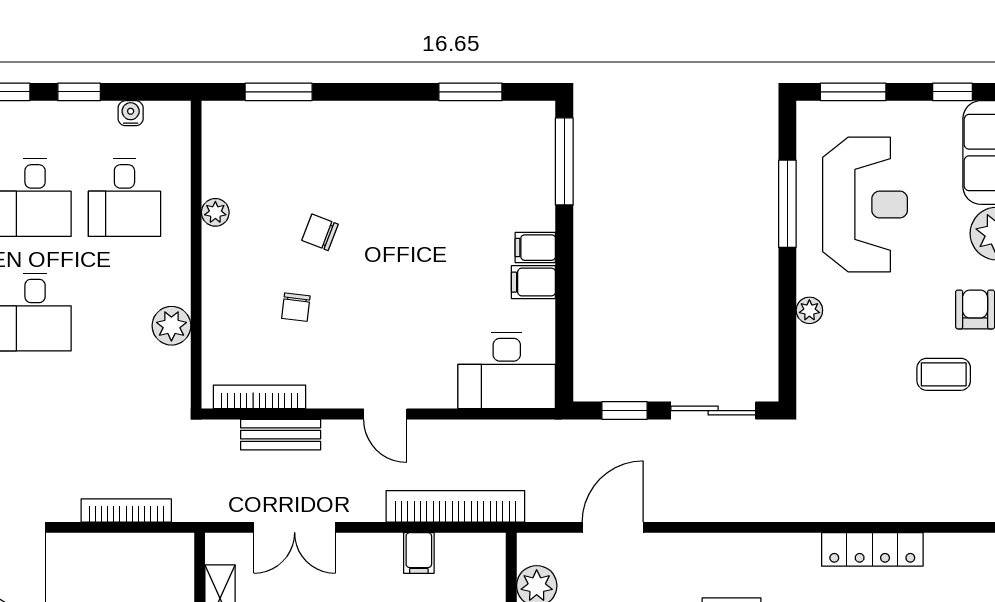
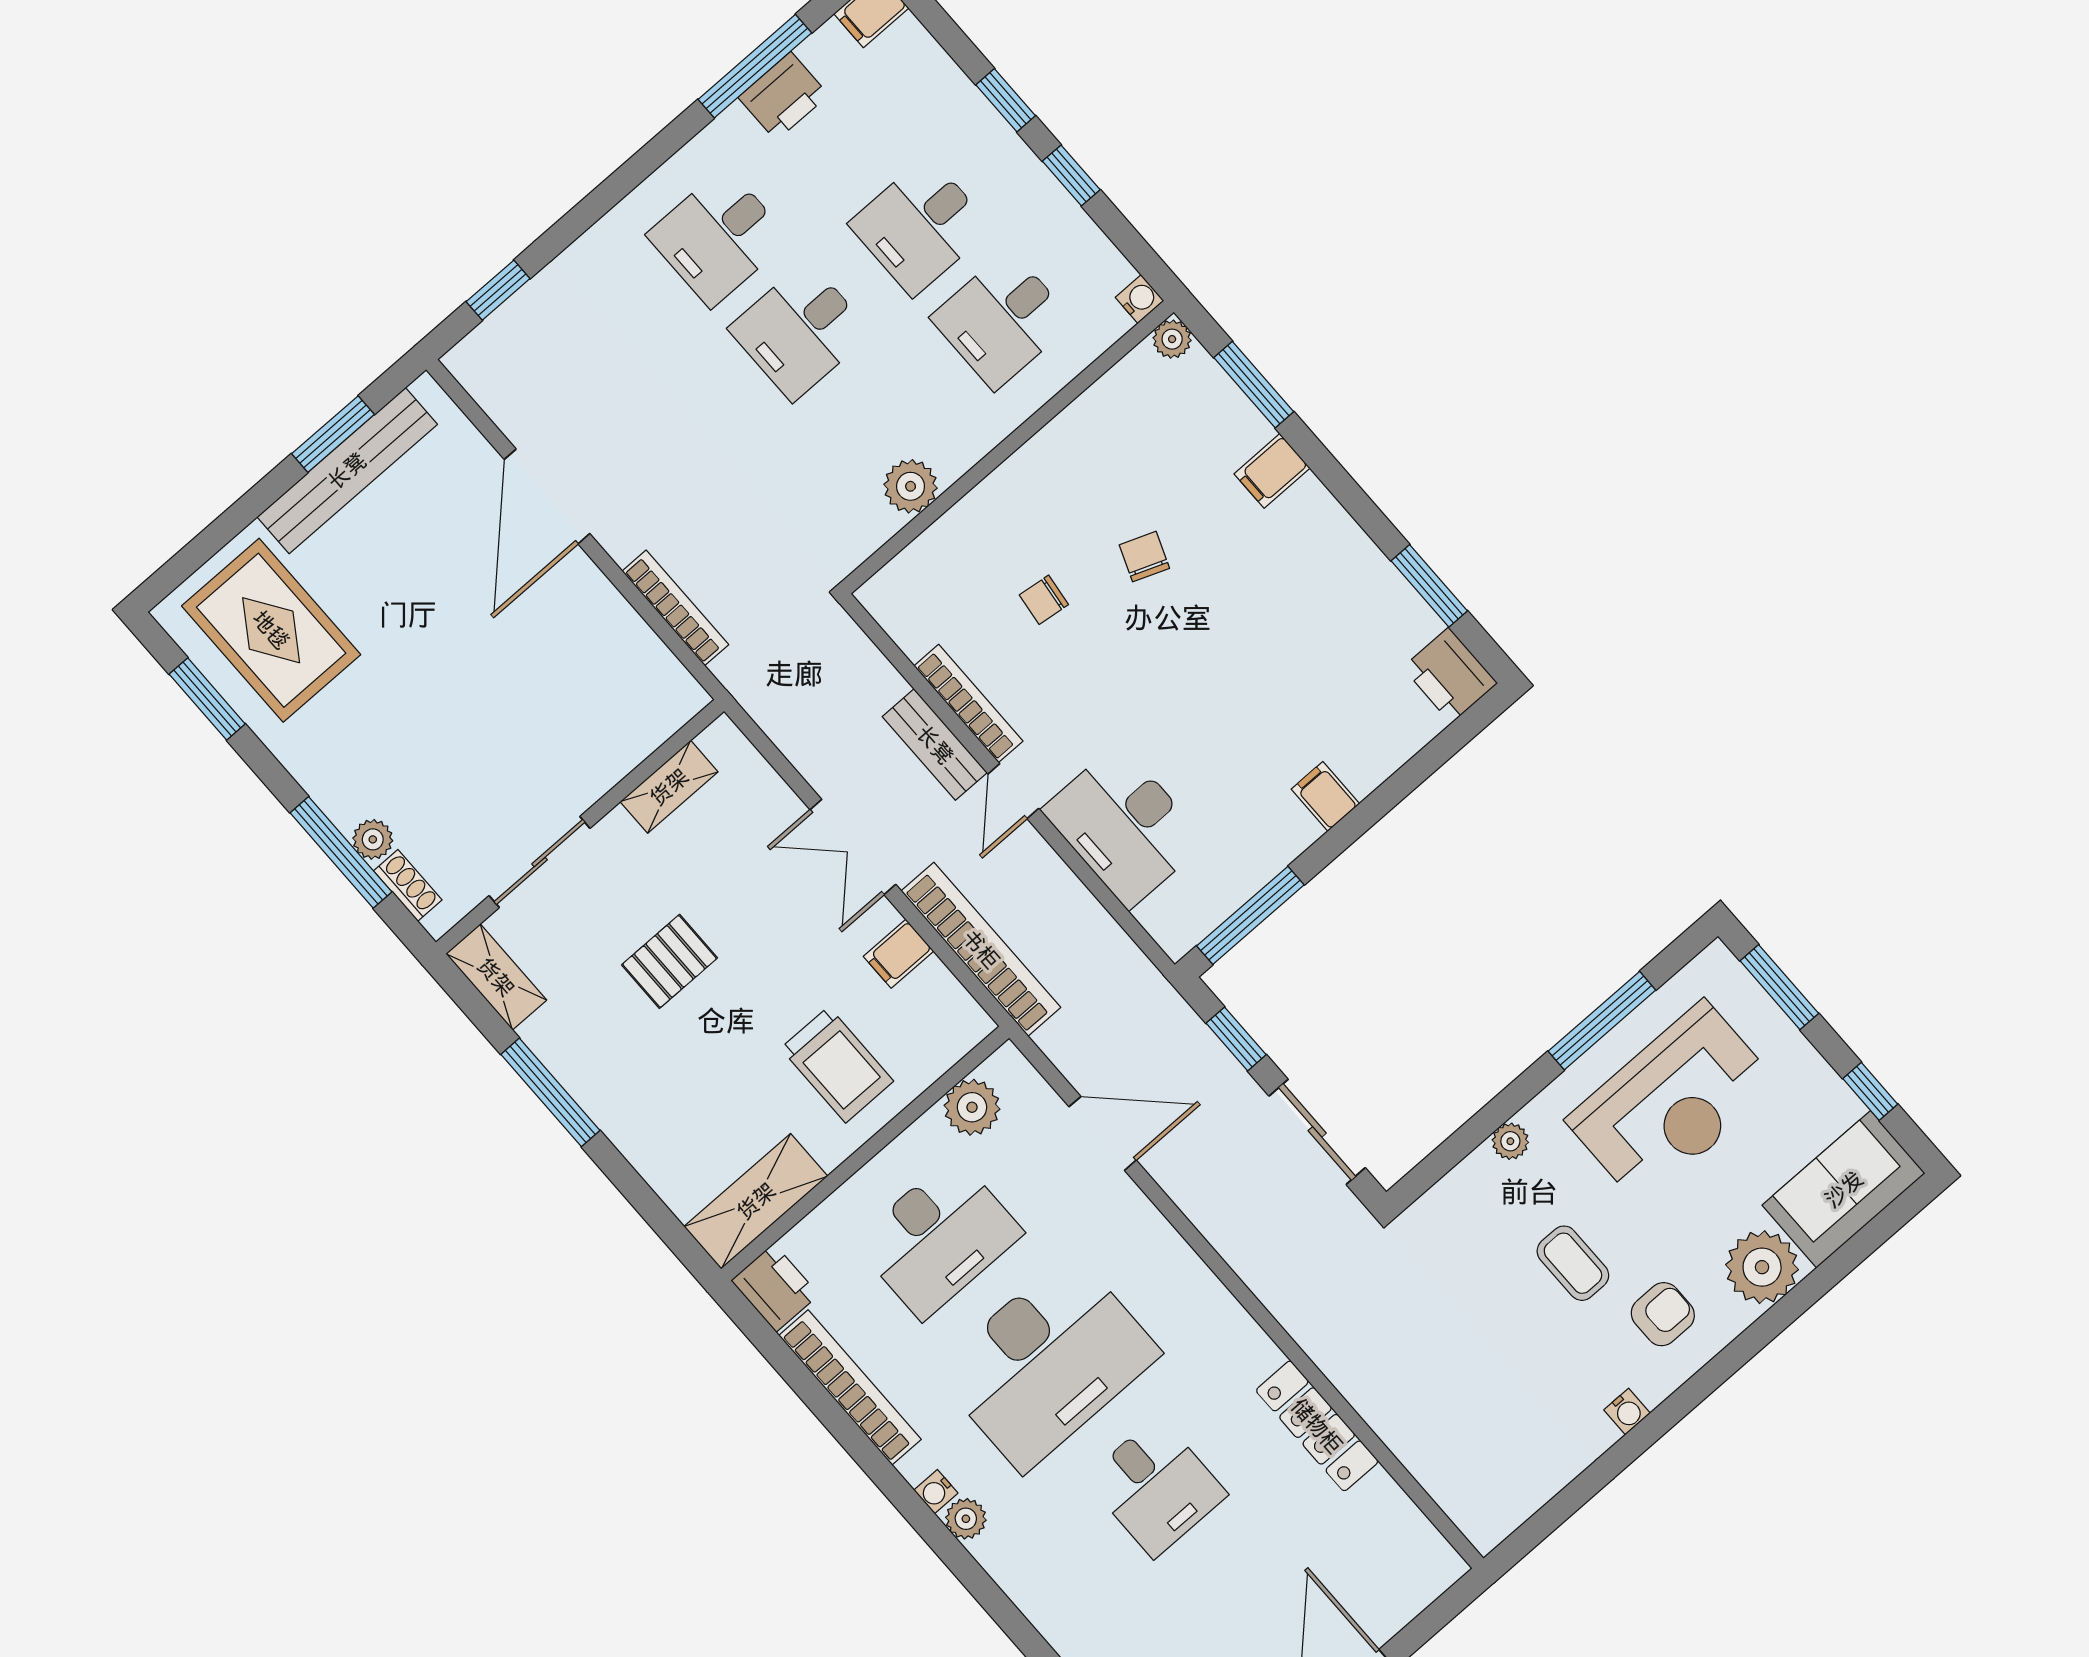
water cooler: (131, 113) -> (1140, 299), moved
printer: (529, 123) -> (1450, 675), added
window: (564, 161) -> (1250, 915), moved
plant: (215, 212) -> (1172, 339), moved
filing cabinet: (533, 282) -> (1272, 471), moved, turned -90
desk: (507, 370) -> (1124, 826), moved
coffee table: (944, 374) -> (1573, 1263), moved
bookcase: (260, 397) -> (968, 703), moved
bench: (281, 435) -> (935, 745), moved
double door: (295, 527) -> (853, 847), moved

